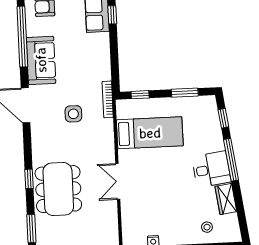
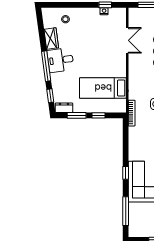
window: (140, 95) -> (98, 115), moved
dresser: (203, 102) -> (64, 108), added
double door: (118, 181) -> (127, 40), moved

